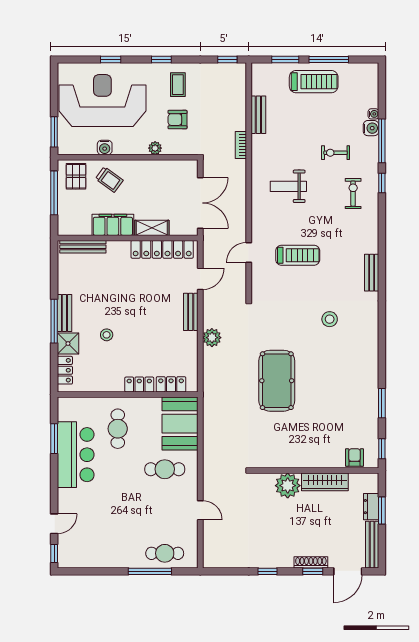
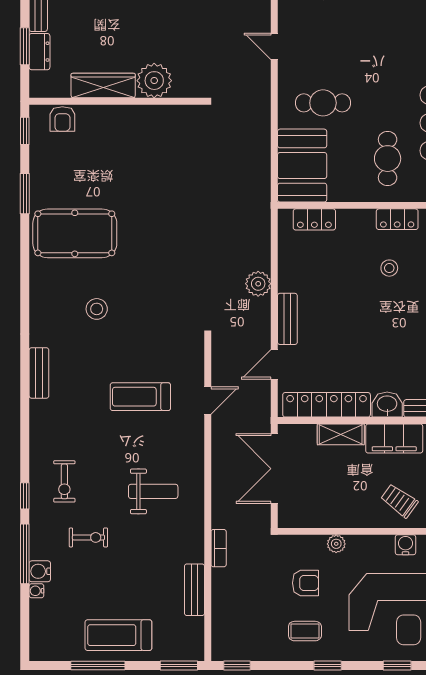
window: (285, 60) -> (179, 665), moved
coffee table: (178, 85) -> (305, 631), turned 90
washbasin: (118, 250) -> (387, 404), added
stool: (107, 335) -> (389, 268), moved
pool table: (277, 381) -> (75, 233), moved, turned 90
locker: (139, 385) -> (397, 219), moved

